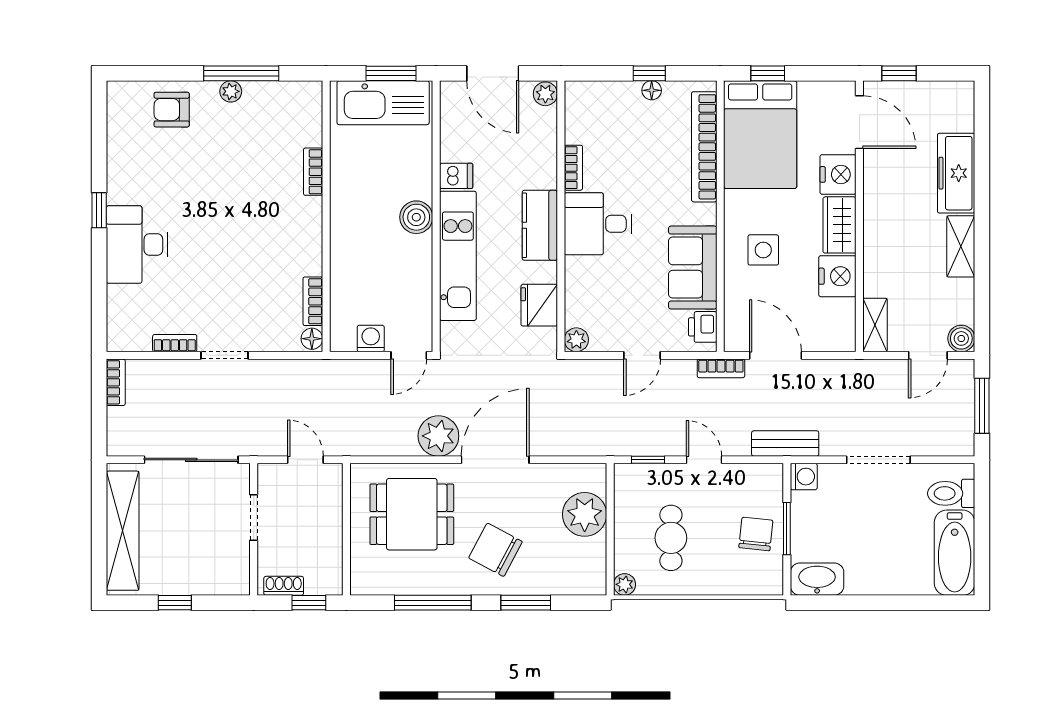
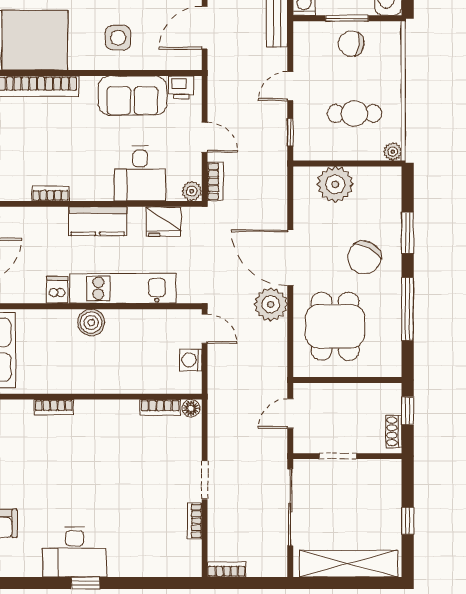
desk: (598, 224) -> (140, 173), moved
desk: (137, 245) -> (75, 552), moved
bookcase: (721, 368) -> (215, 181), moved

